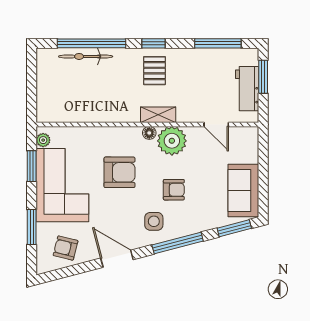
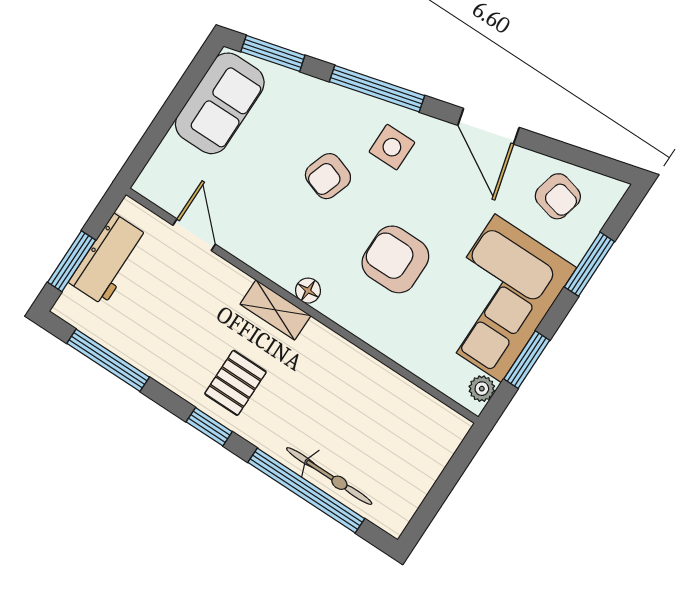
plant: (172, 141) -> (281, 255), removed
armchair: (174, 190) -> (328, 176), turned -71

